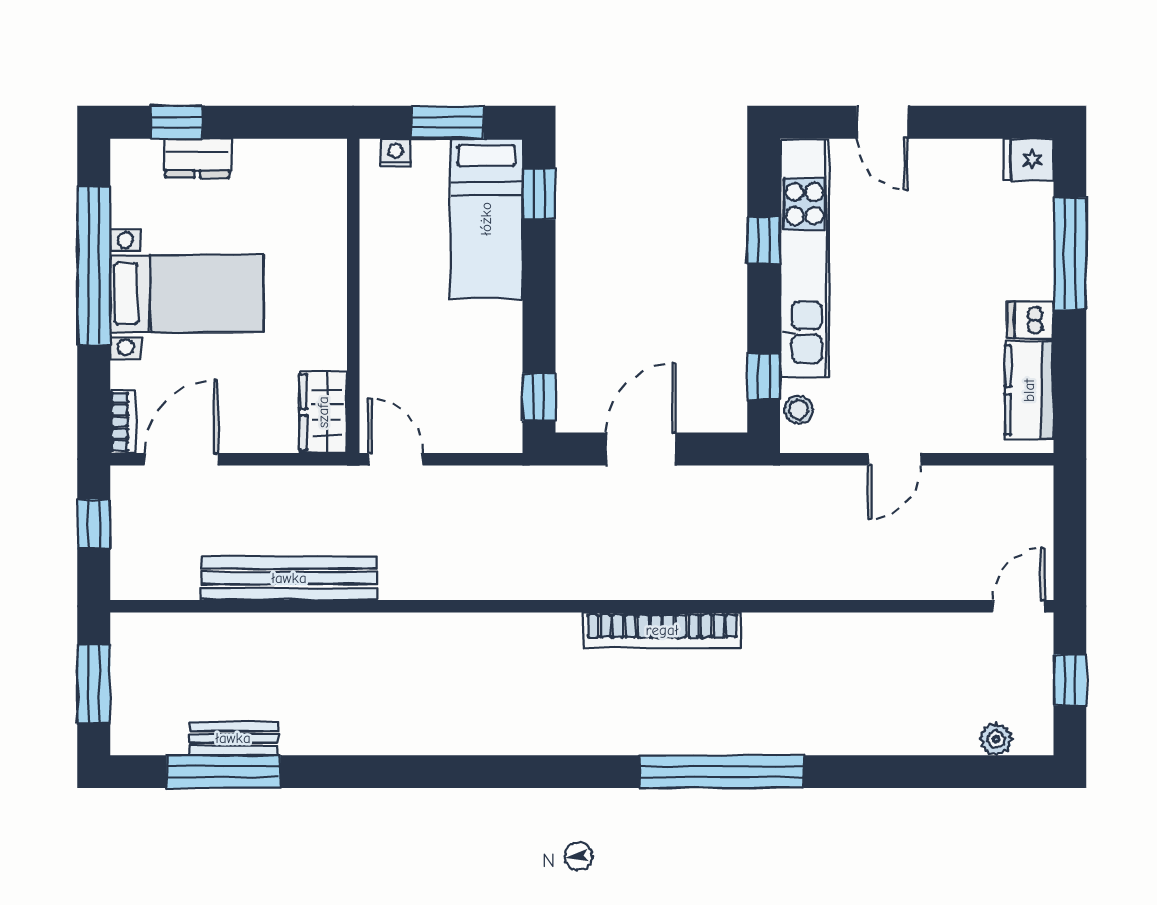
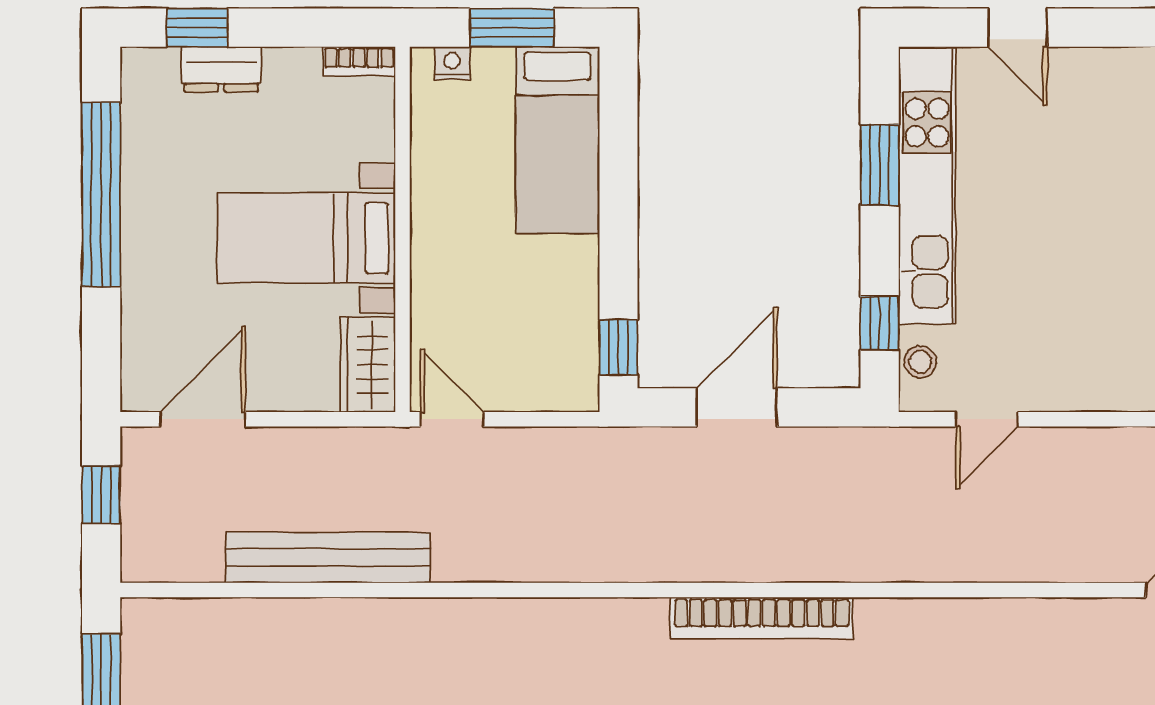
window: (539, 194) -> (619, 111), removed
window: (764, 240) -> (880, 165), width x1.50
bed with nightstands: (187, 294) -> (306, 238), moved, turned 180
bookcase: (123, 422) -> (359, 61), moved, turned 90
door: (895, 459) -> (987, 419), moved

